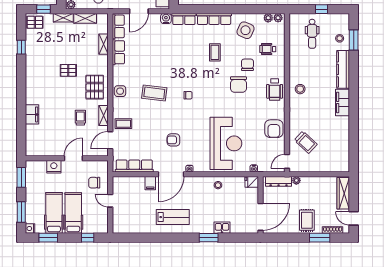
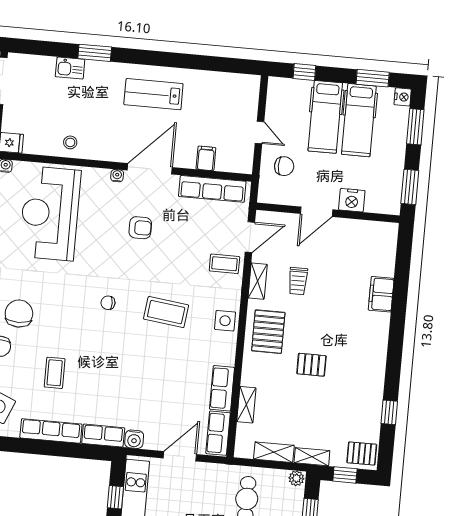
filing cabinet: (150, 183) -> (206, 158), moved

